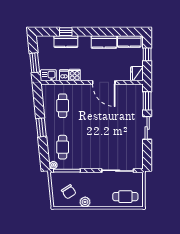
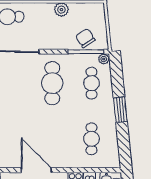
cafe table: (92, 147) -> (52, 83), added
chair: (69, 192) -> (85, 38), moved

